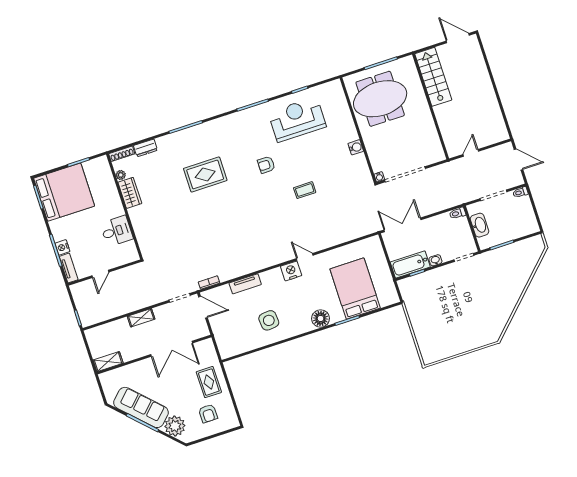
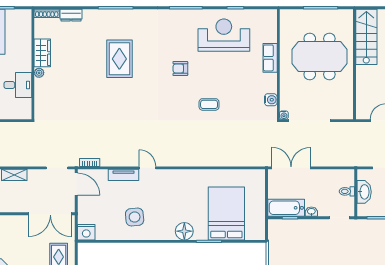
meeting table: (380, 99) -> (320, 56), moved
row of seats: (348, 127) -> (270, 58), added
water cooler: (356, 147) -> (271, 100), moved
rug: (205, 174) -> (119, 59), turned 90
plant: (121, 175) -> (39, 73), moved
toilet: (457, 213) -> (347, 191), moved
door: (305, 257) -> (147, 168), moved
nightstand: (291, 271) -> (86, 232), moved, turned 180
double door: (172, 349) -> (50, 214), moved

